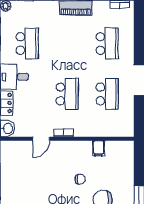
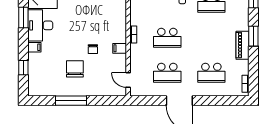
door: (41, 139) -> (128, 80), moved
filing cabinet: (98, 148) -> (120, 48), moved

